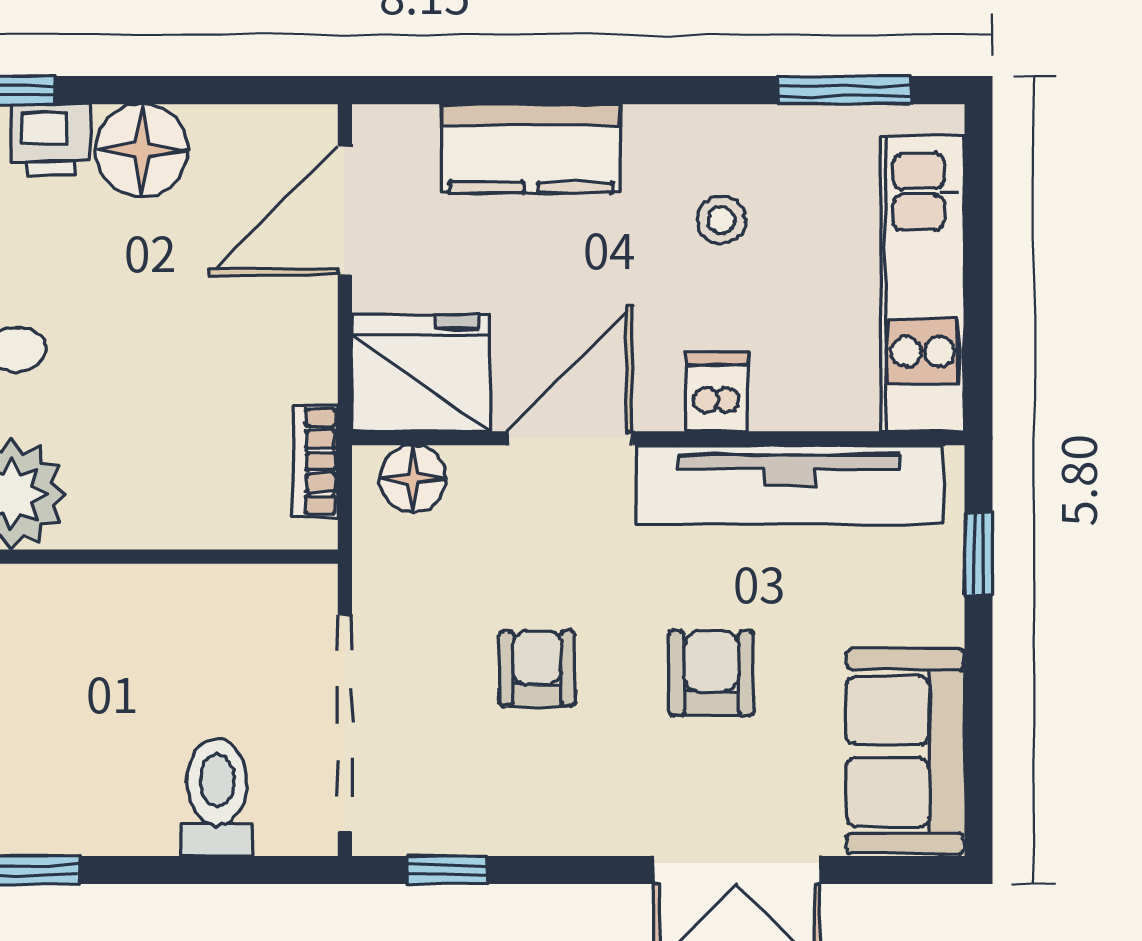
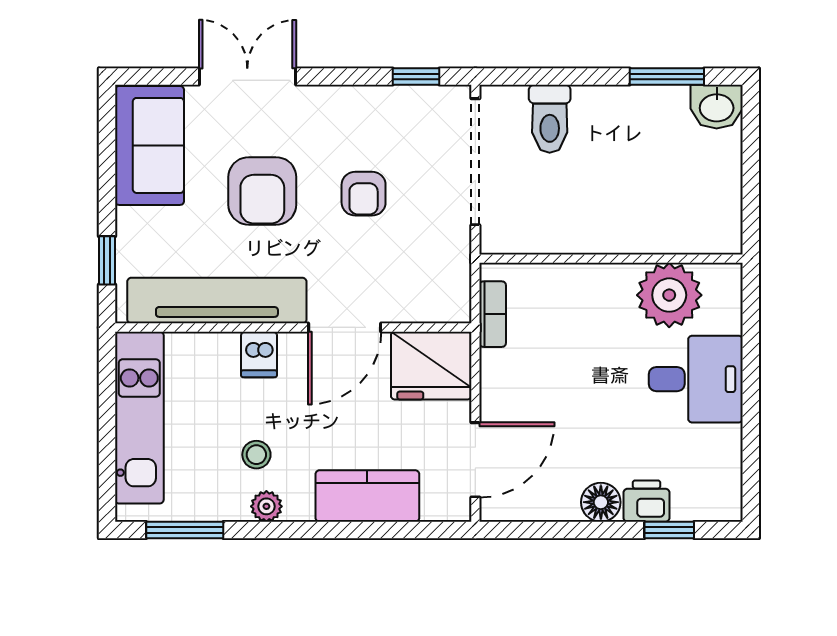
plant: (704, 131) -> (266, 506), added
floor lamp: (142, 150) -> (601, 502), width x0.73, depth x0.73
floor lamp: (413, 479) -> (436, 304), removed
armchair: (711, 673) -> (262, 191), width x1.38, depth x1.38

